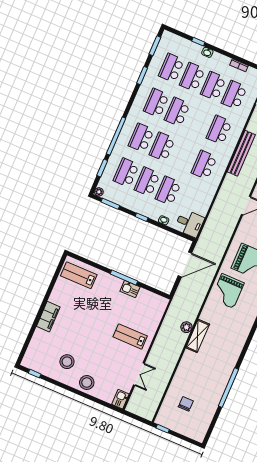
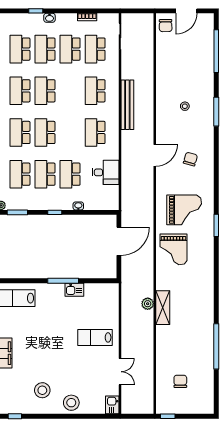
desk: (189, 223) -> (106, 172), moved

